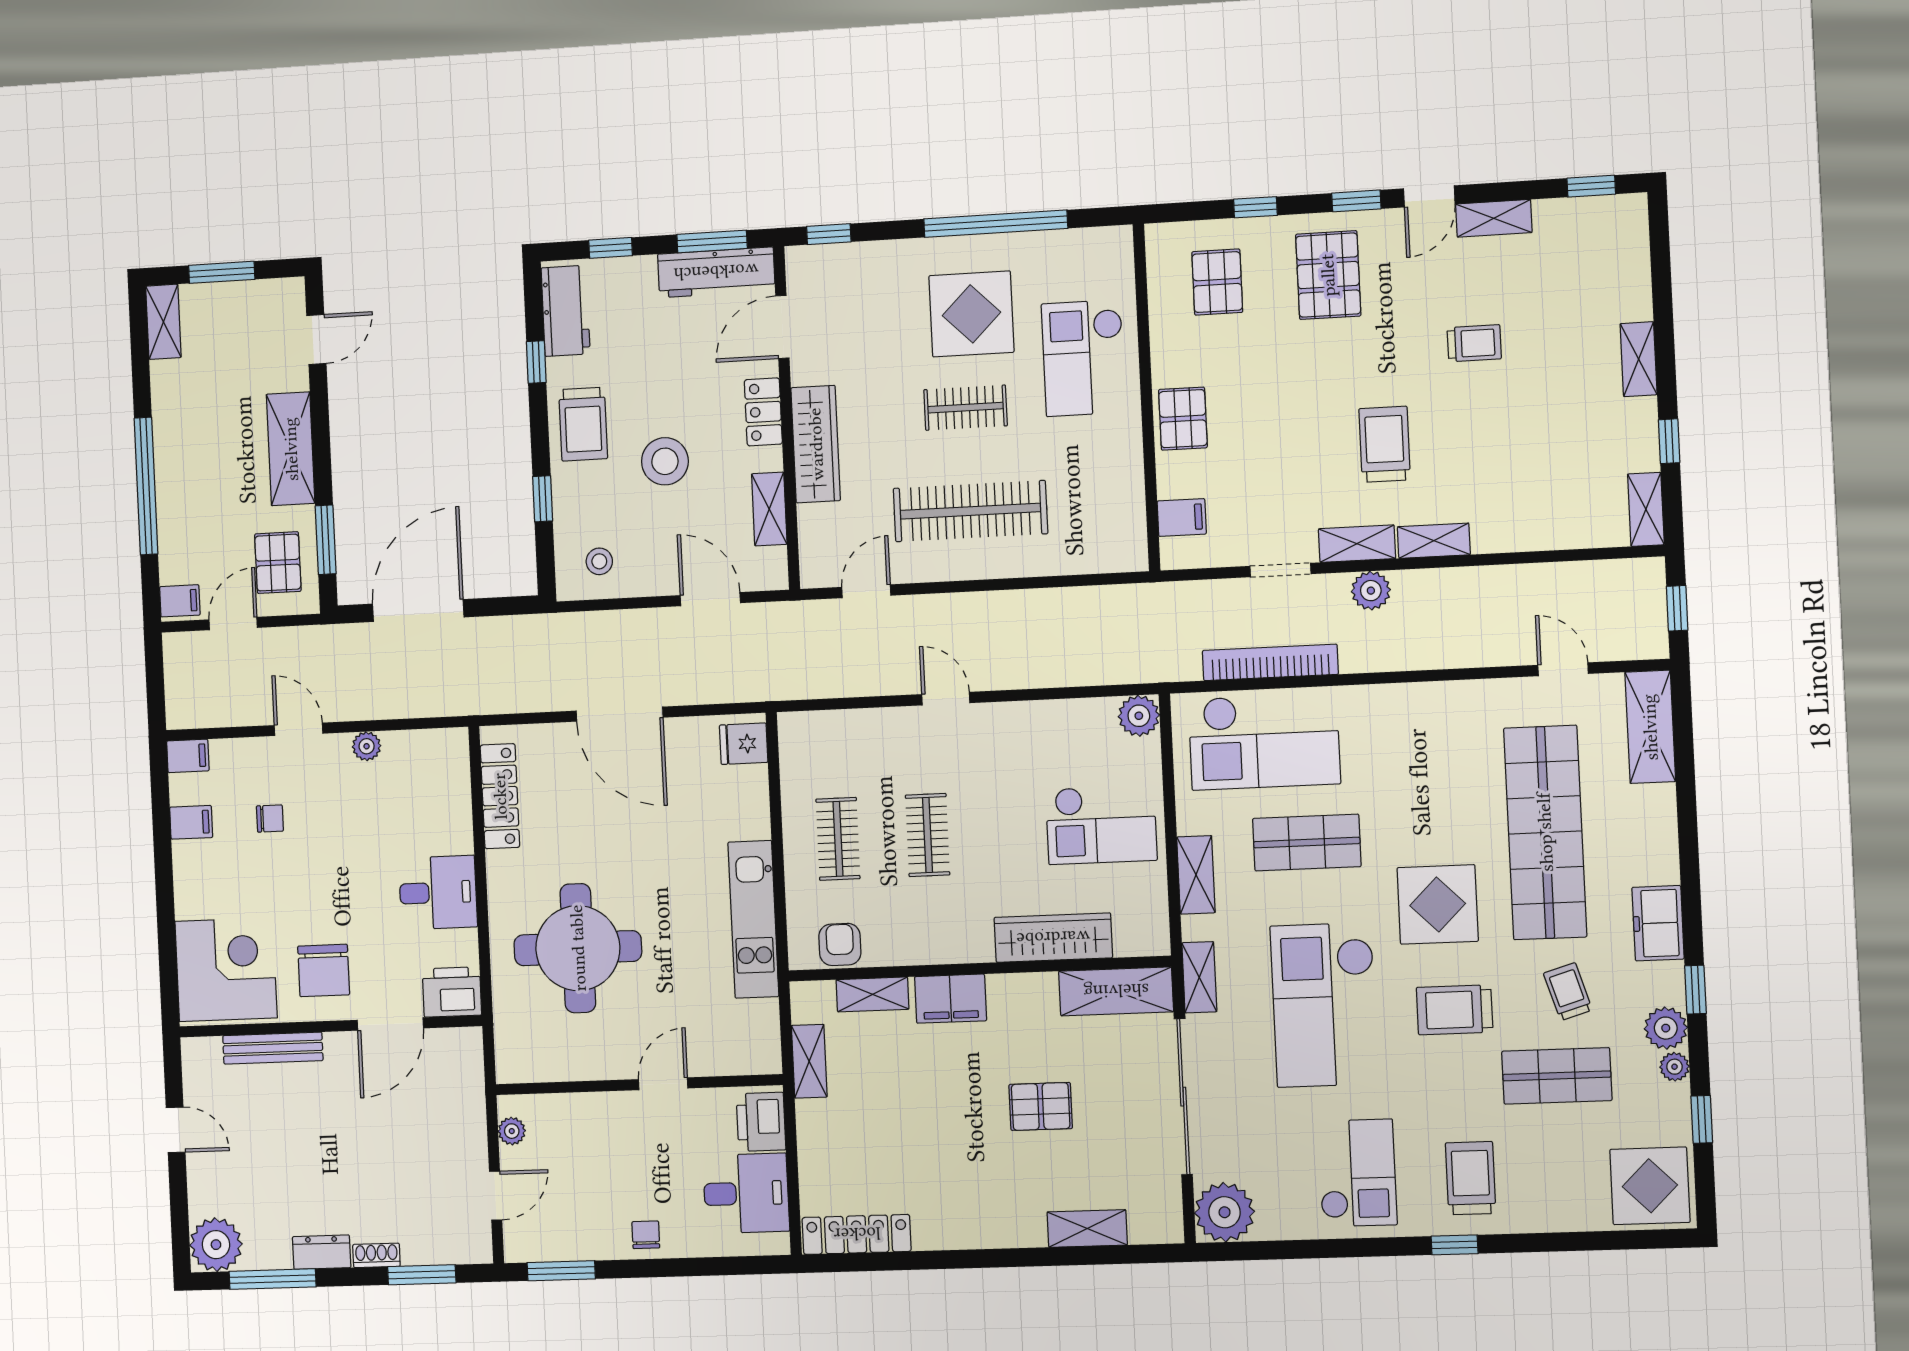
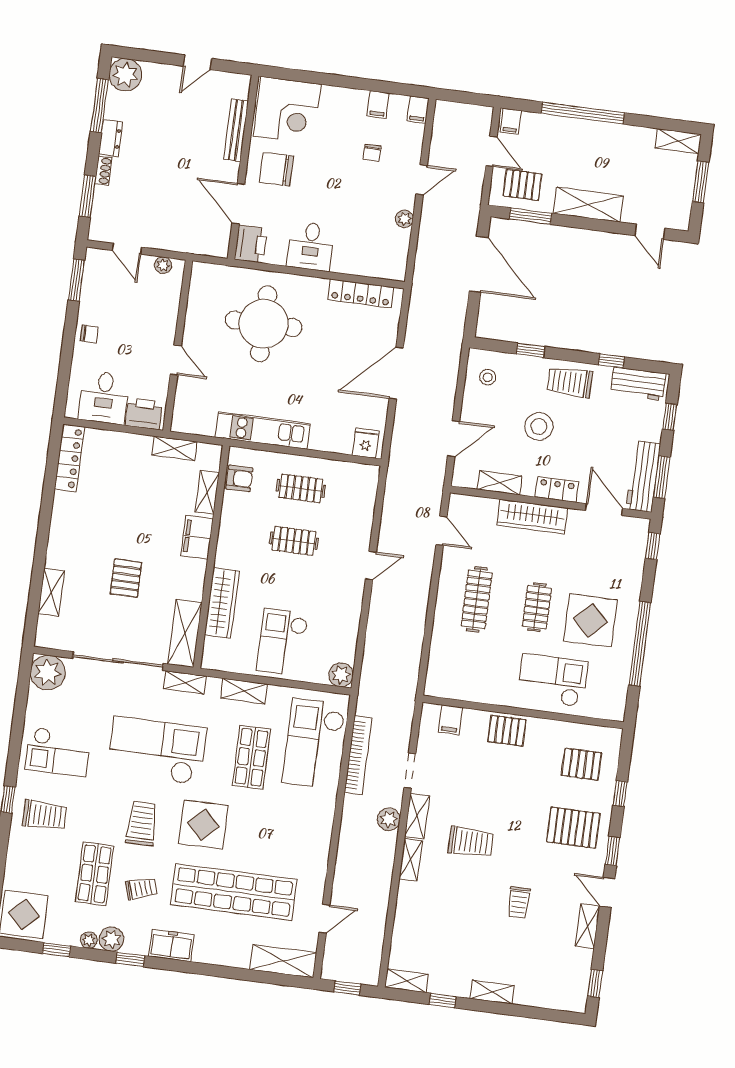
clothes rail: (970, 511) -> (477, 599), width x0.73, depth x0.76

